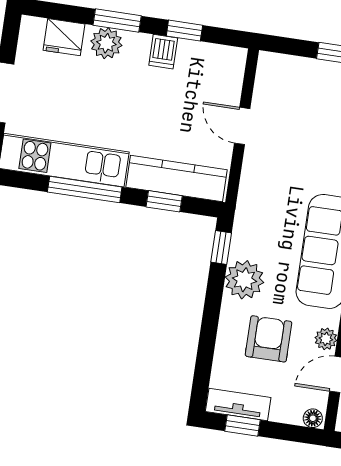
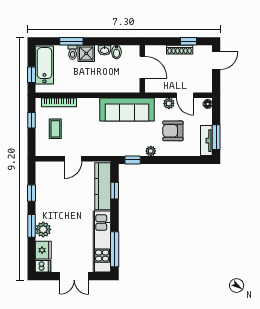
dishwasher: (163, 52) -> (43, 266), moved
coffee table: (309, 99) -> (55, 129), added
window: (85, 189) -> (115, 249), moved
plant: (244, 280) -> (151, 151), width x0.53, depth x0.53
window: (242, 426) -> (216, 137), width x1.50

